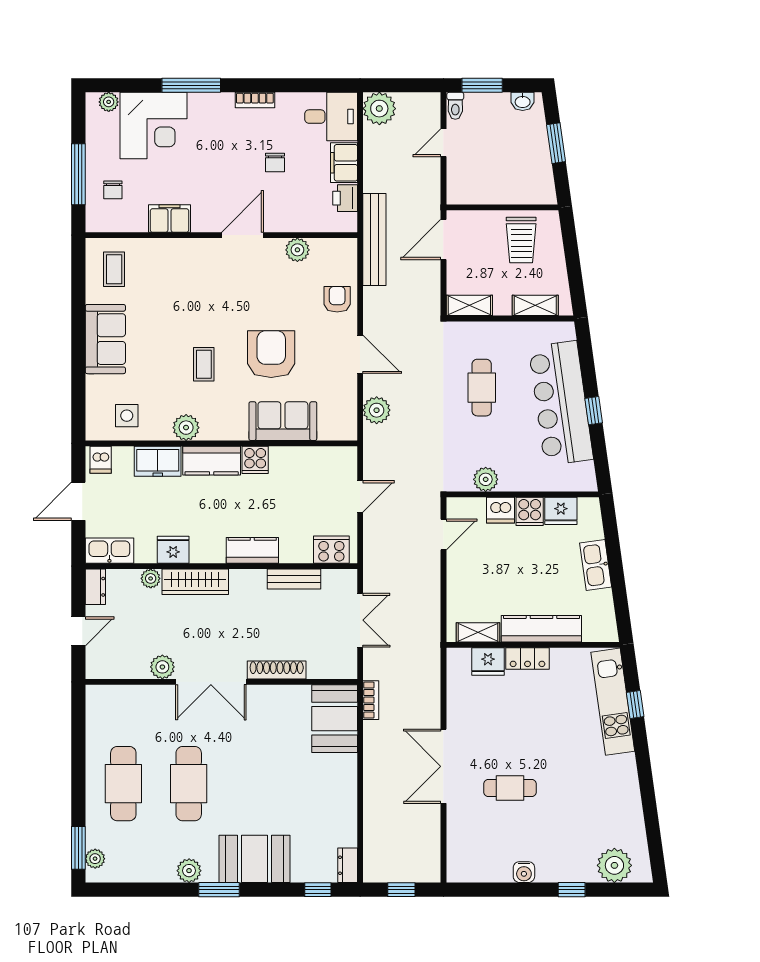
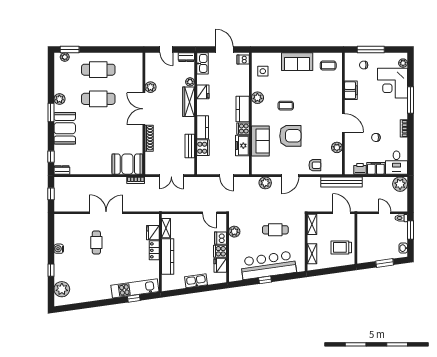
freezer: (158, 461) -> (242, 146), moved
cooker: (331, 550) -> (203, 148), moved

